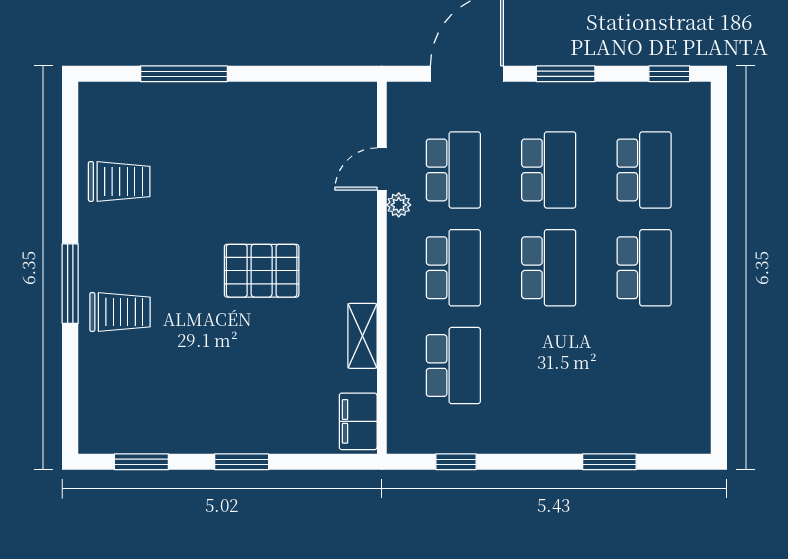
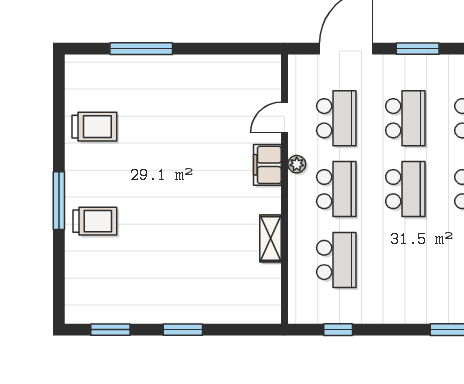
plant: (399, 205) -> (297, 164), moved
pallet: (262, 271) -> (197, 191), removed
filing cabinet: (358, 421) -> (267, 165), moved

